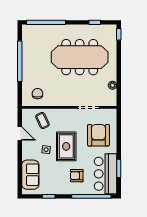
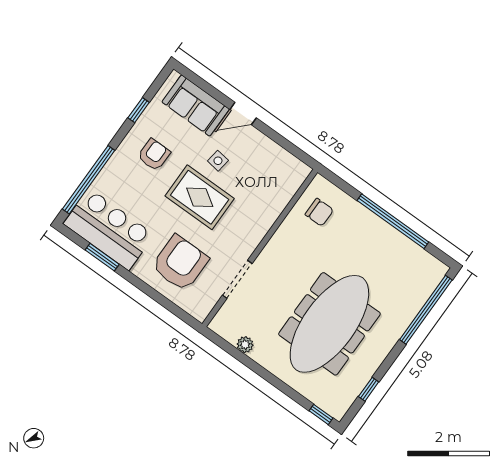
coffee table: (42, 121) -> (270, 189), removed
door: (20, 134) -> (243, 114), moved
armchair: (98, 135) -> (180, 263), turned -90
armchair: (77, 176) -> (154, 155), moved

